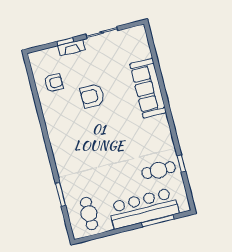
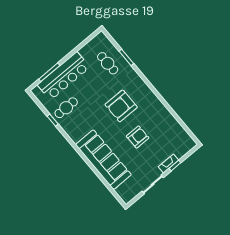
armchair: (54, 83) -> (121, 106), moved, width x1.88, depth x1.88
sofa: (148, 88) -> (103, 160), width x1.36, depth x1.27
cafe table: (89, 214) -> (108, 63), moved

